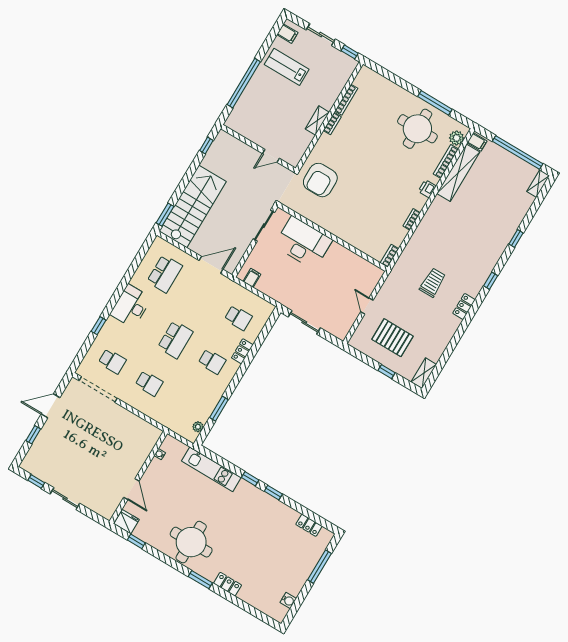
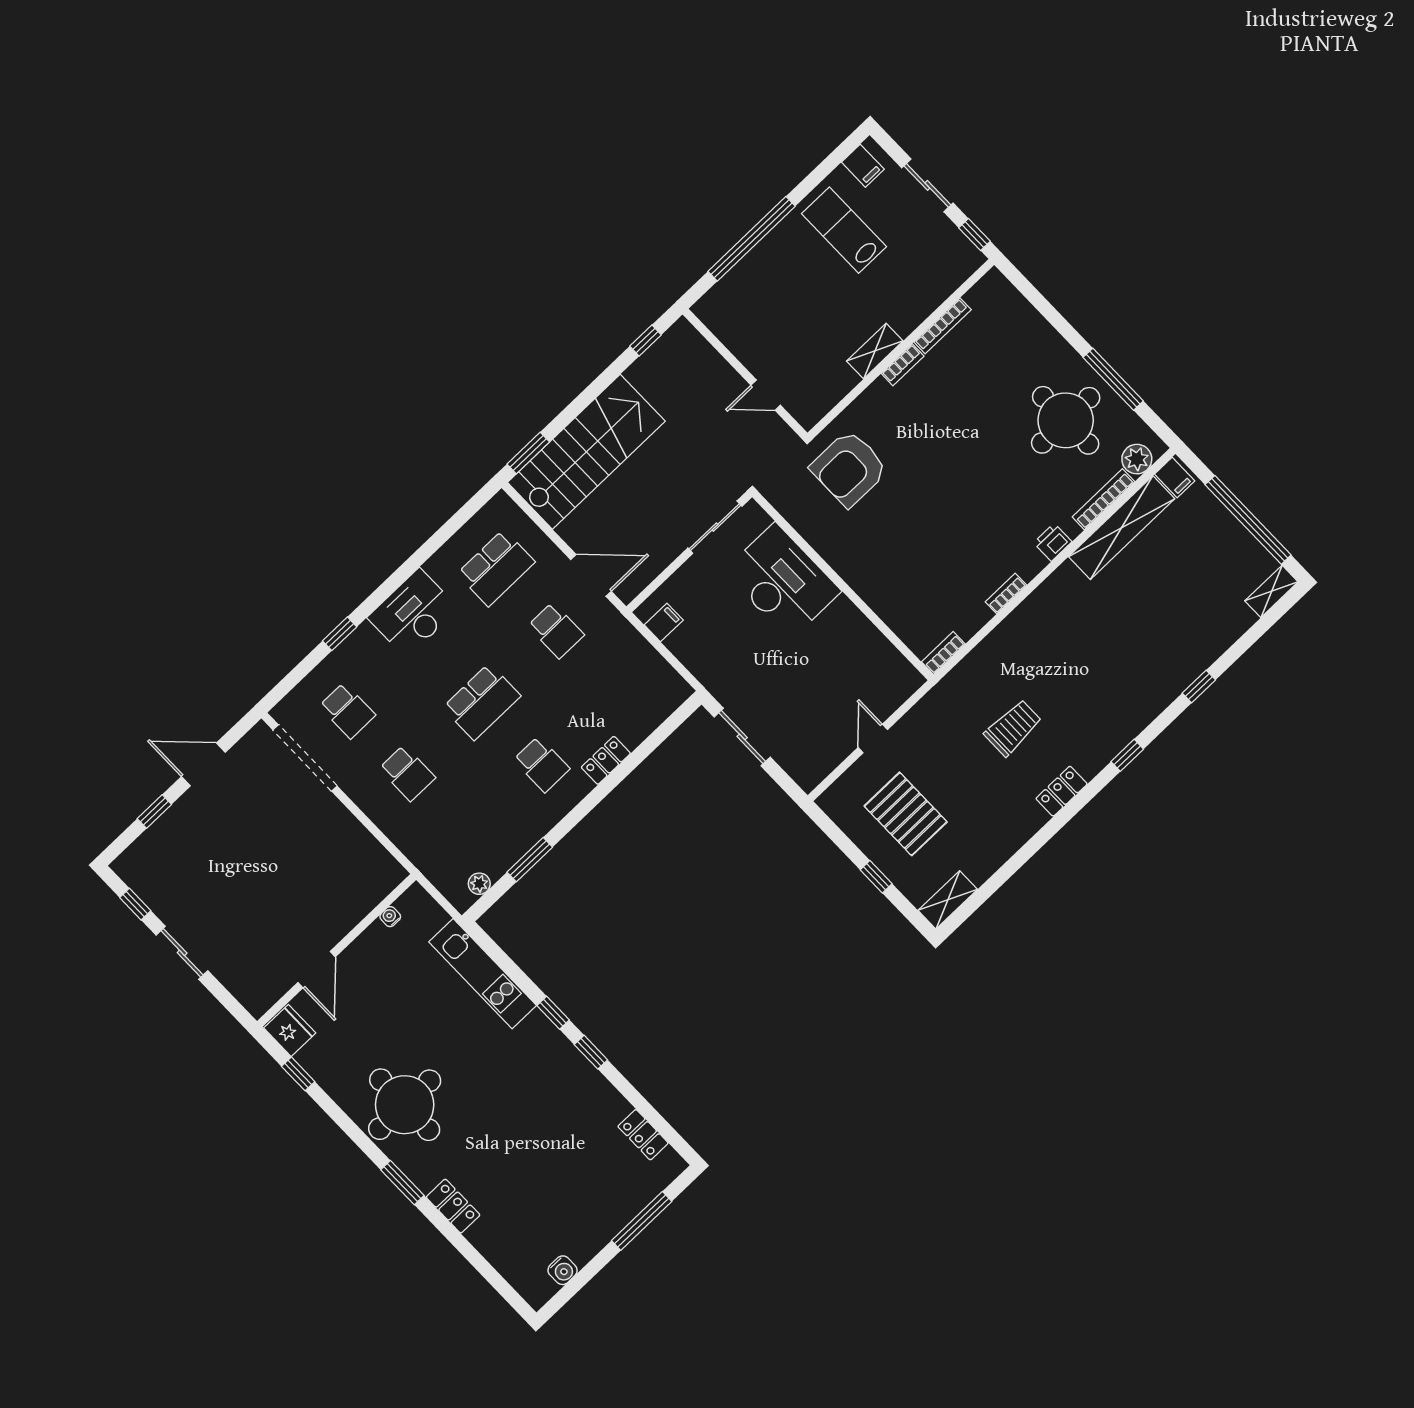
school desk: (238, 318) -> (556, 630), moved

